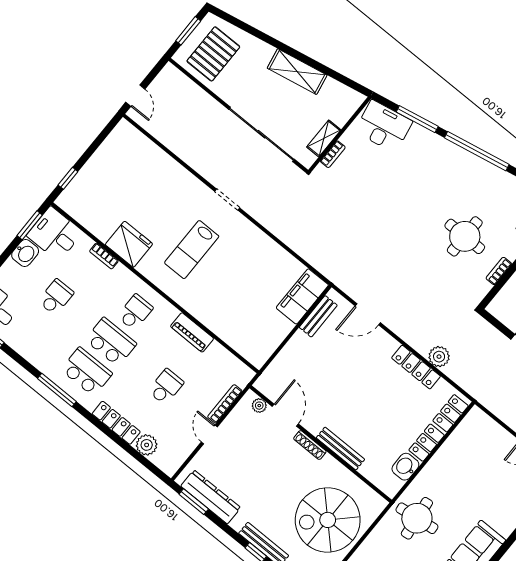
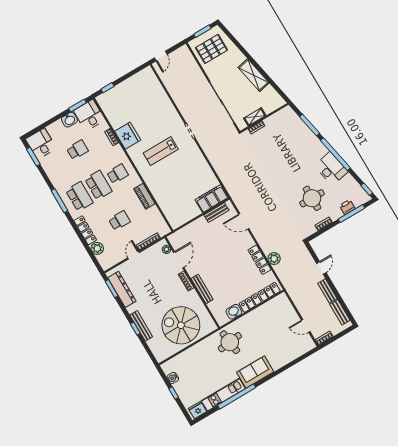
desk: (384, 126) -> (331, 169), moved

